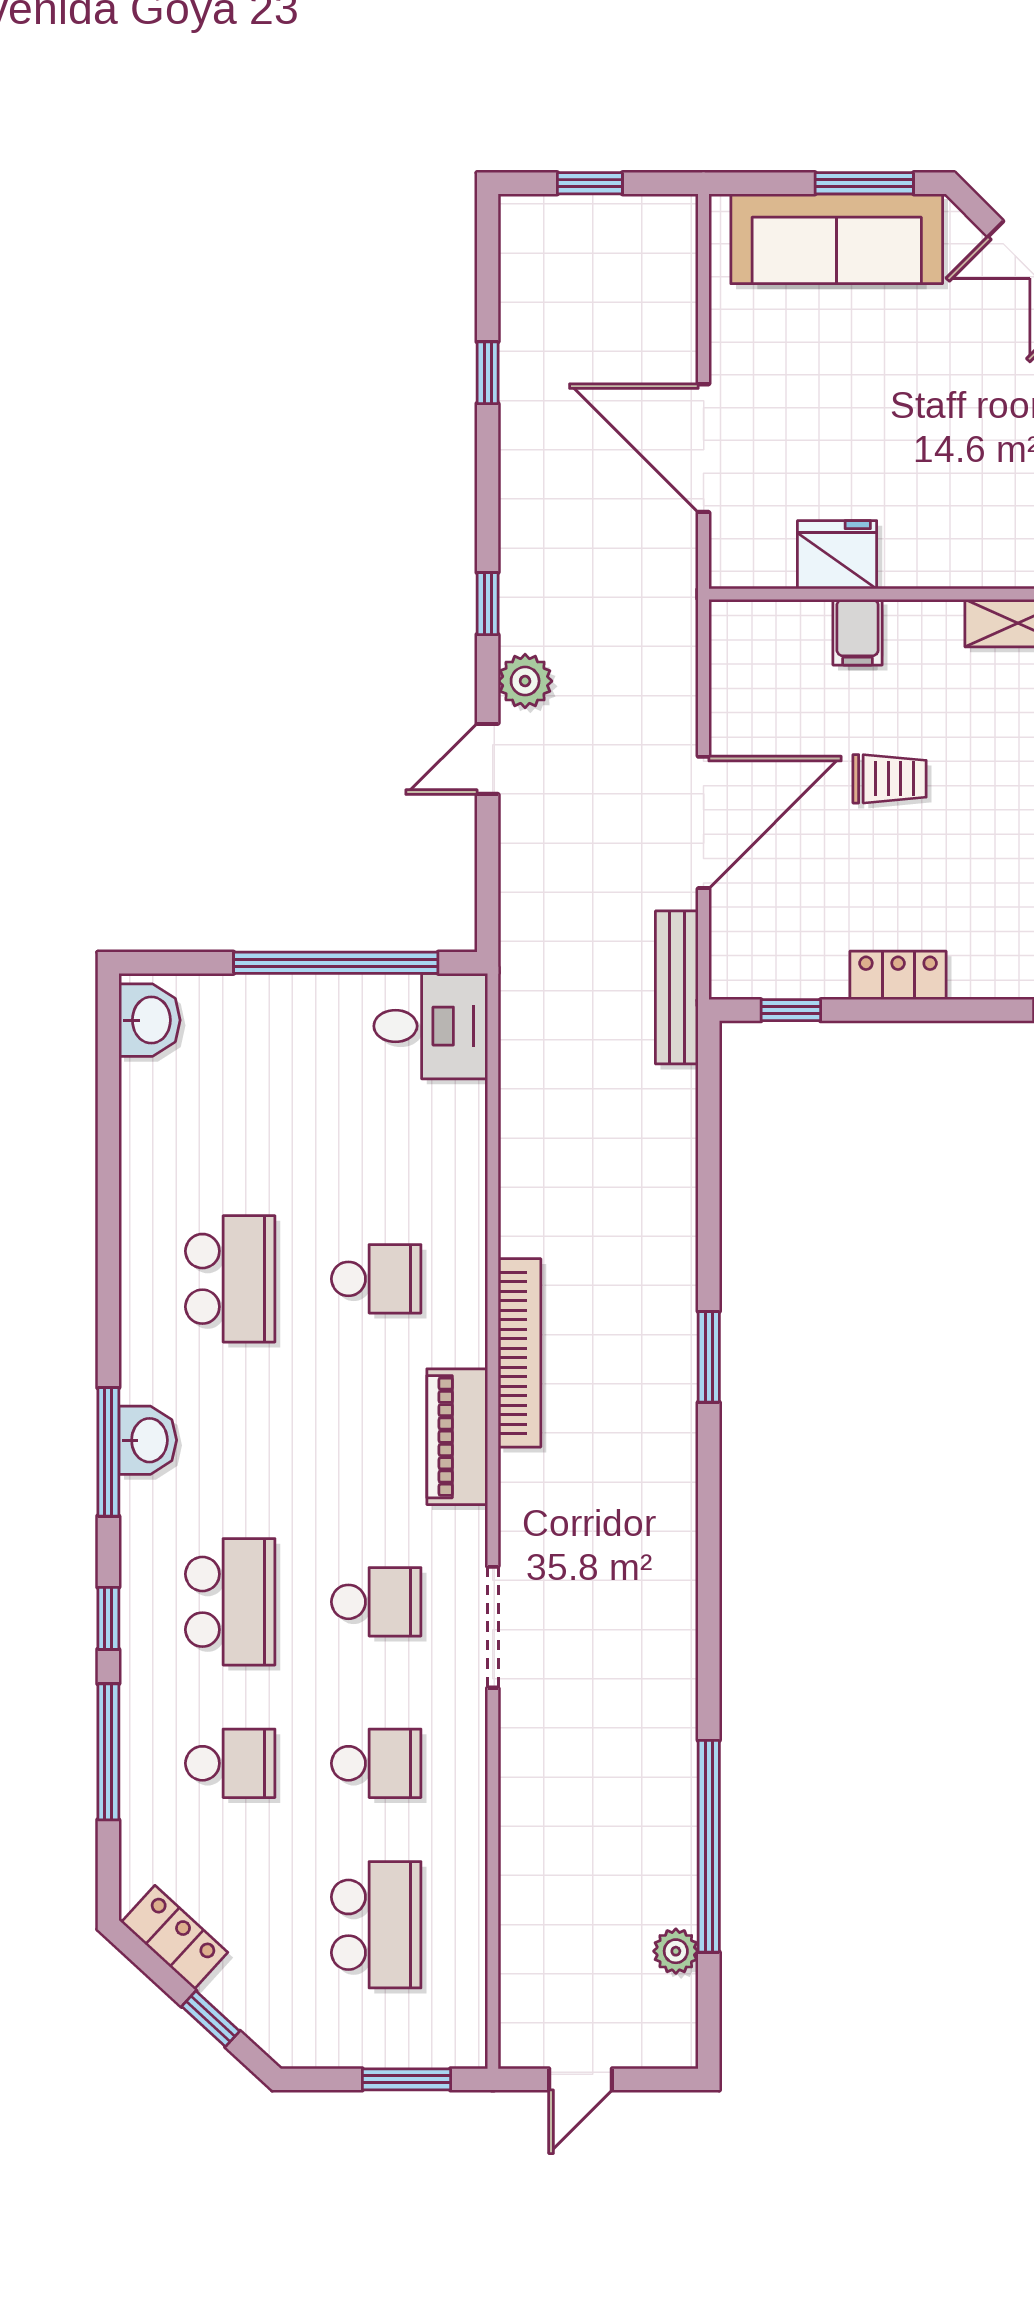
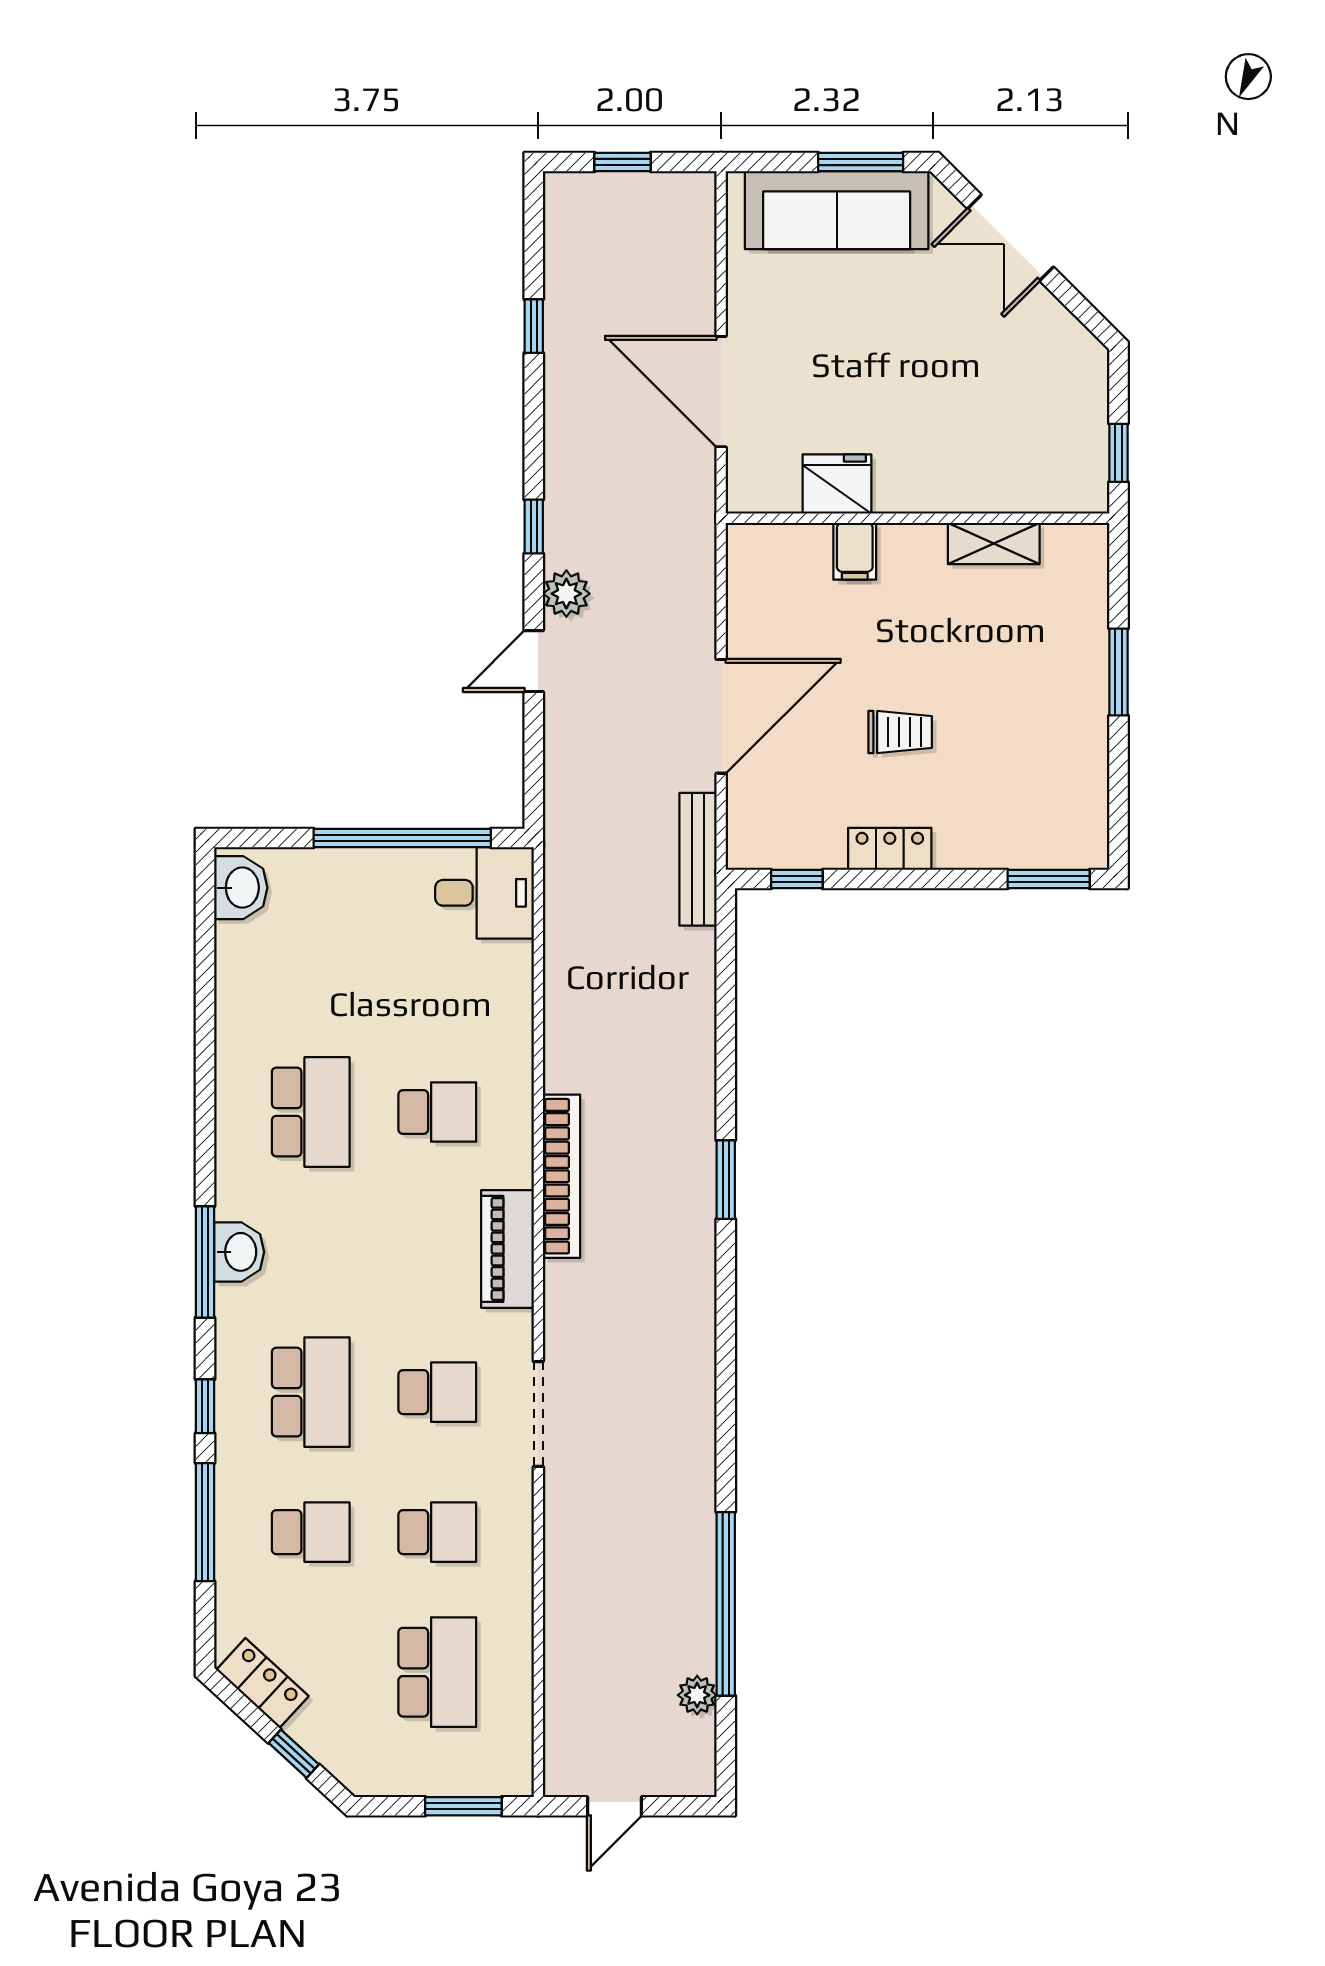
trolley: (890, 779) -> (900, 732), moved

